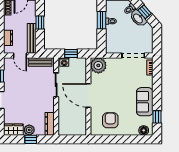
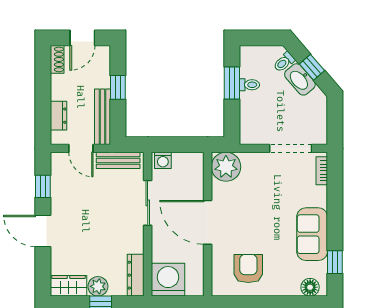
window: (71, 53) -> (176, 145), removed
washing machine: (67, 126) -> (168, 280), added

